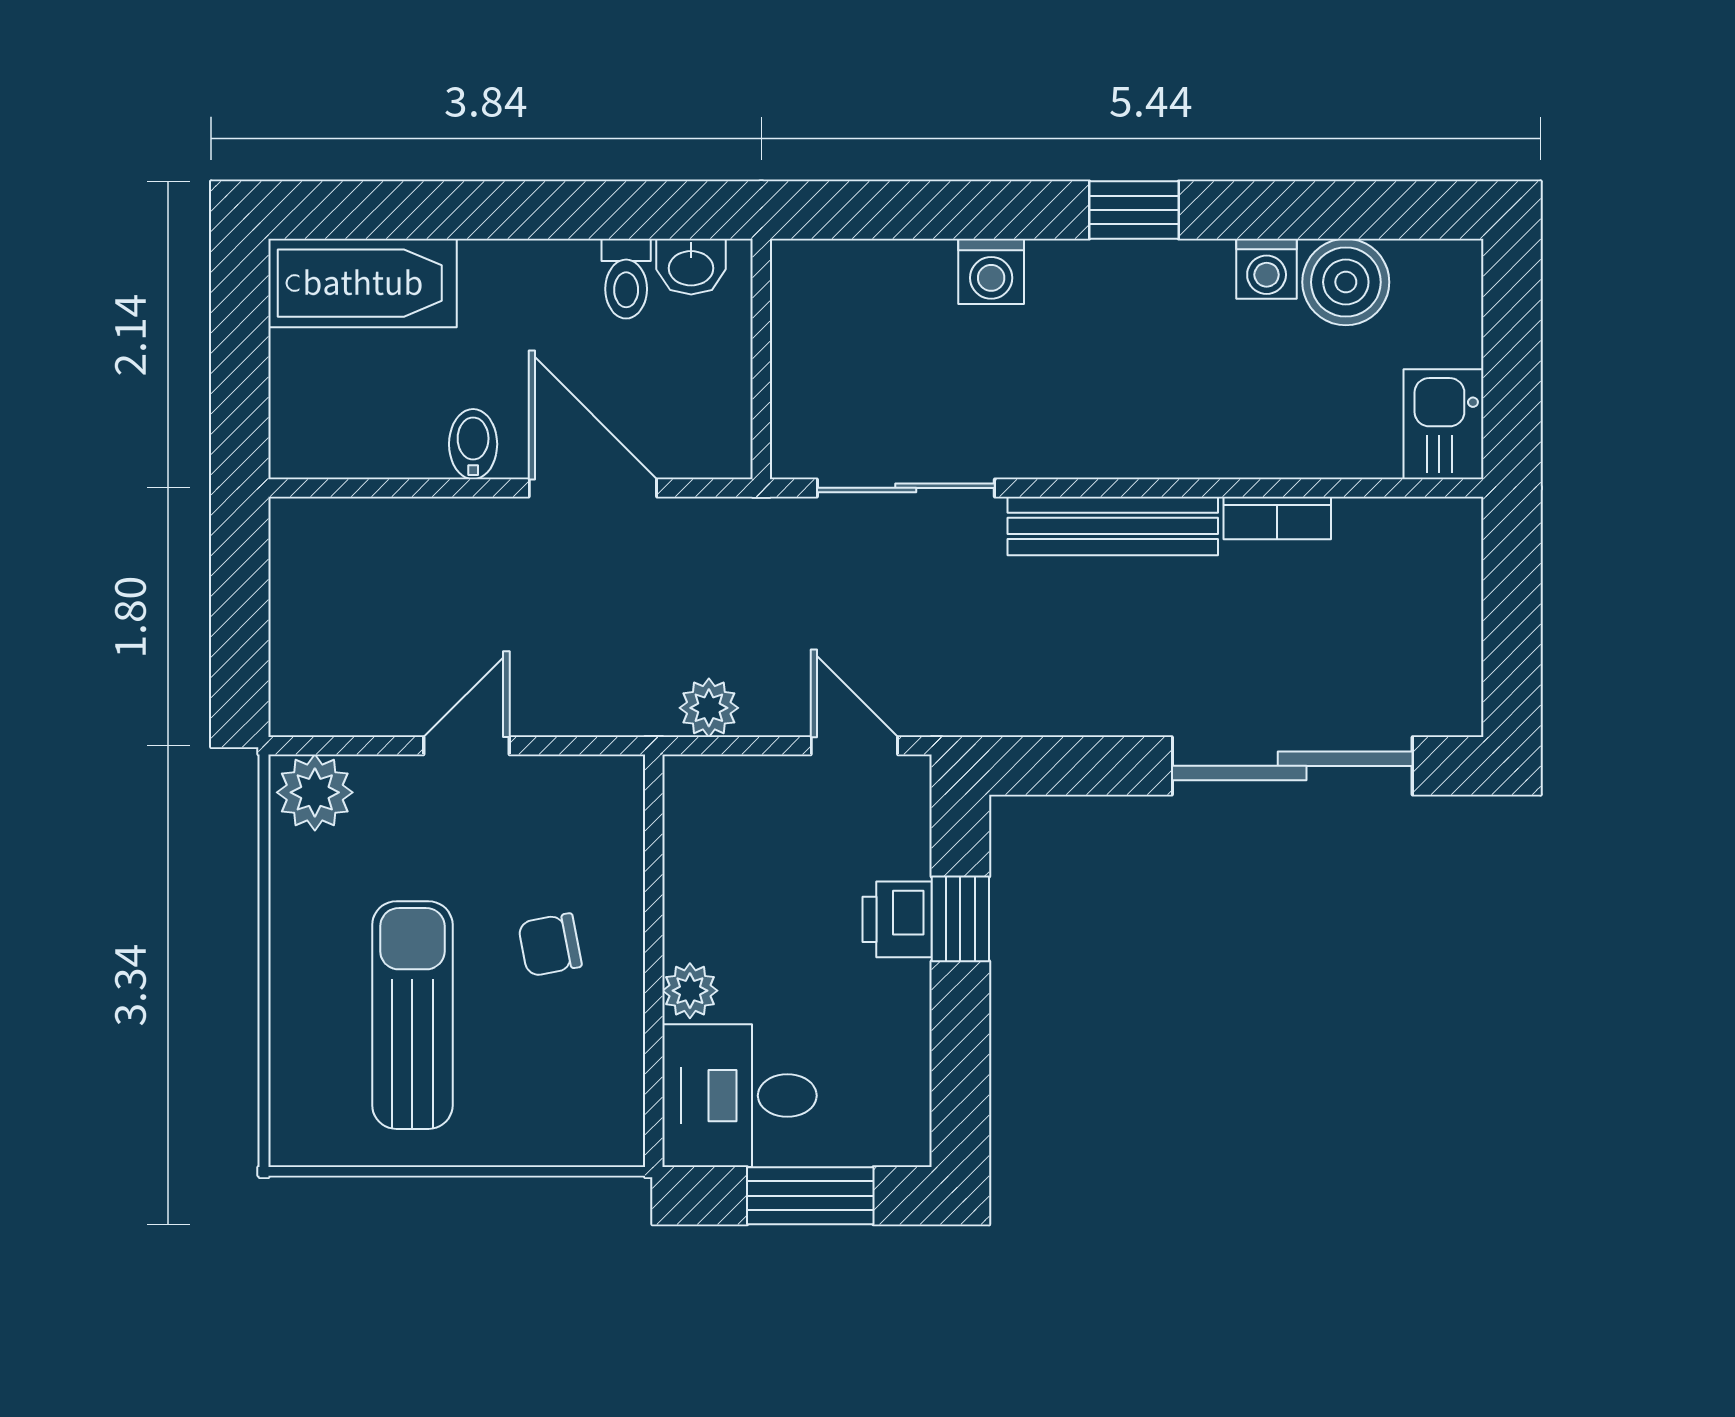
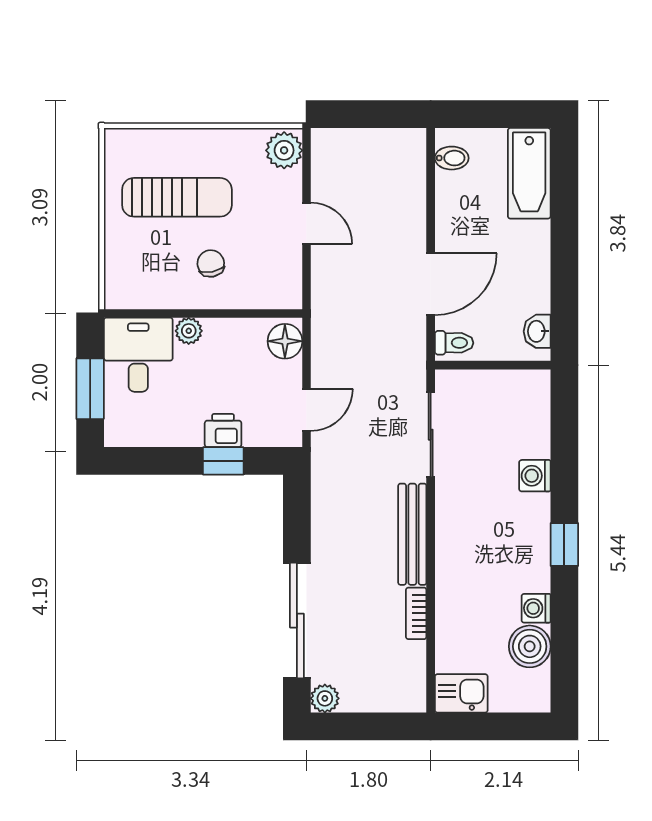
toilet: (626, 279) -> (454, 343), moved, turned 180
bidet: (473, 444) -> (452, 158), moved
plant: (709, 708) -> (325, 698), moved
floor lamp: (712, 791) -> (285, 341), added

